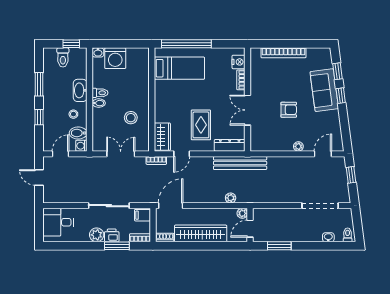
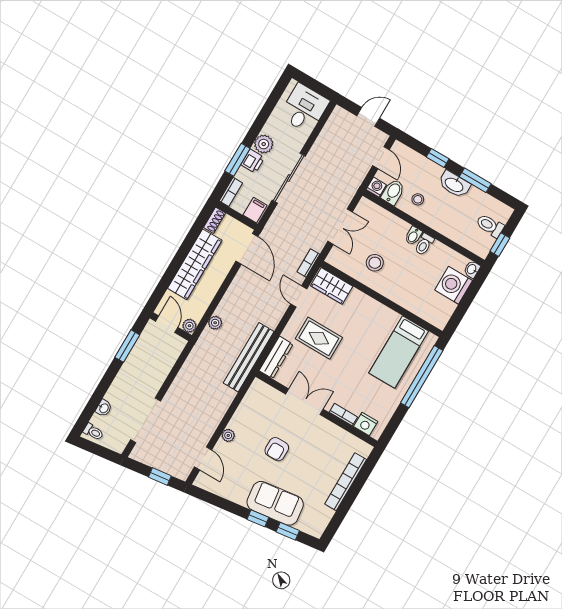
washbasin: (80, 90) -> (454, 184), moved, turned 180

